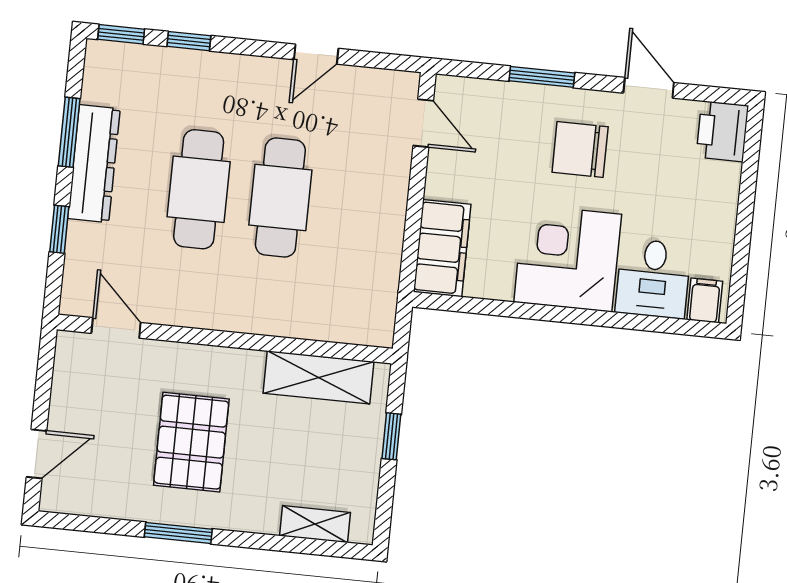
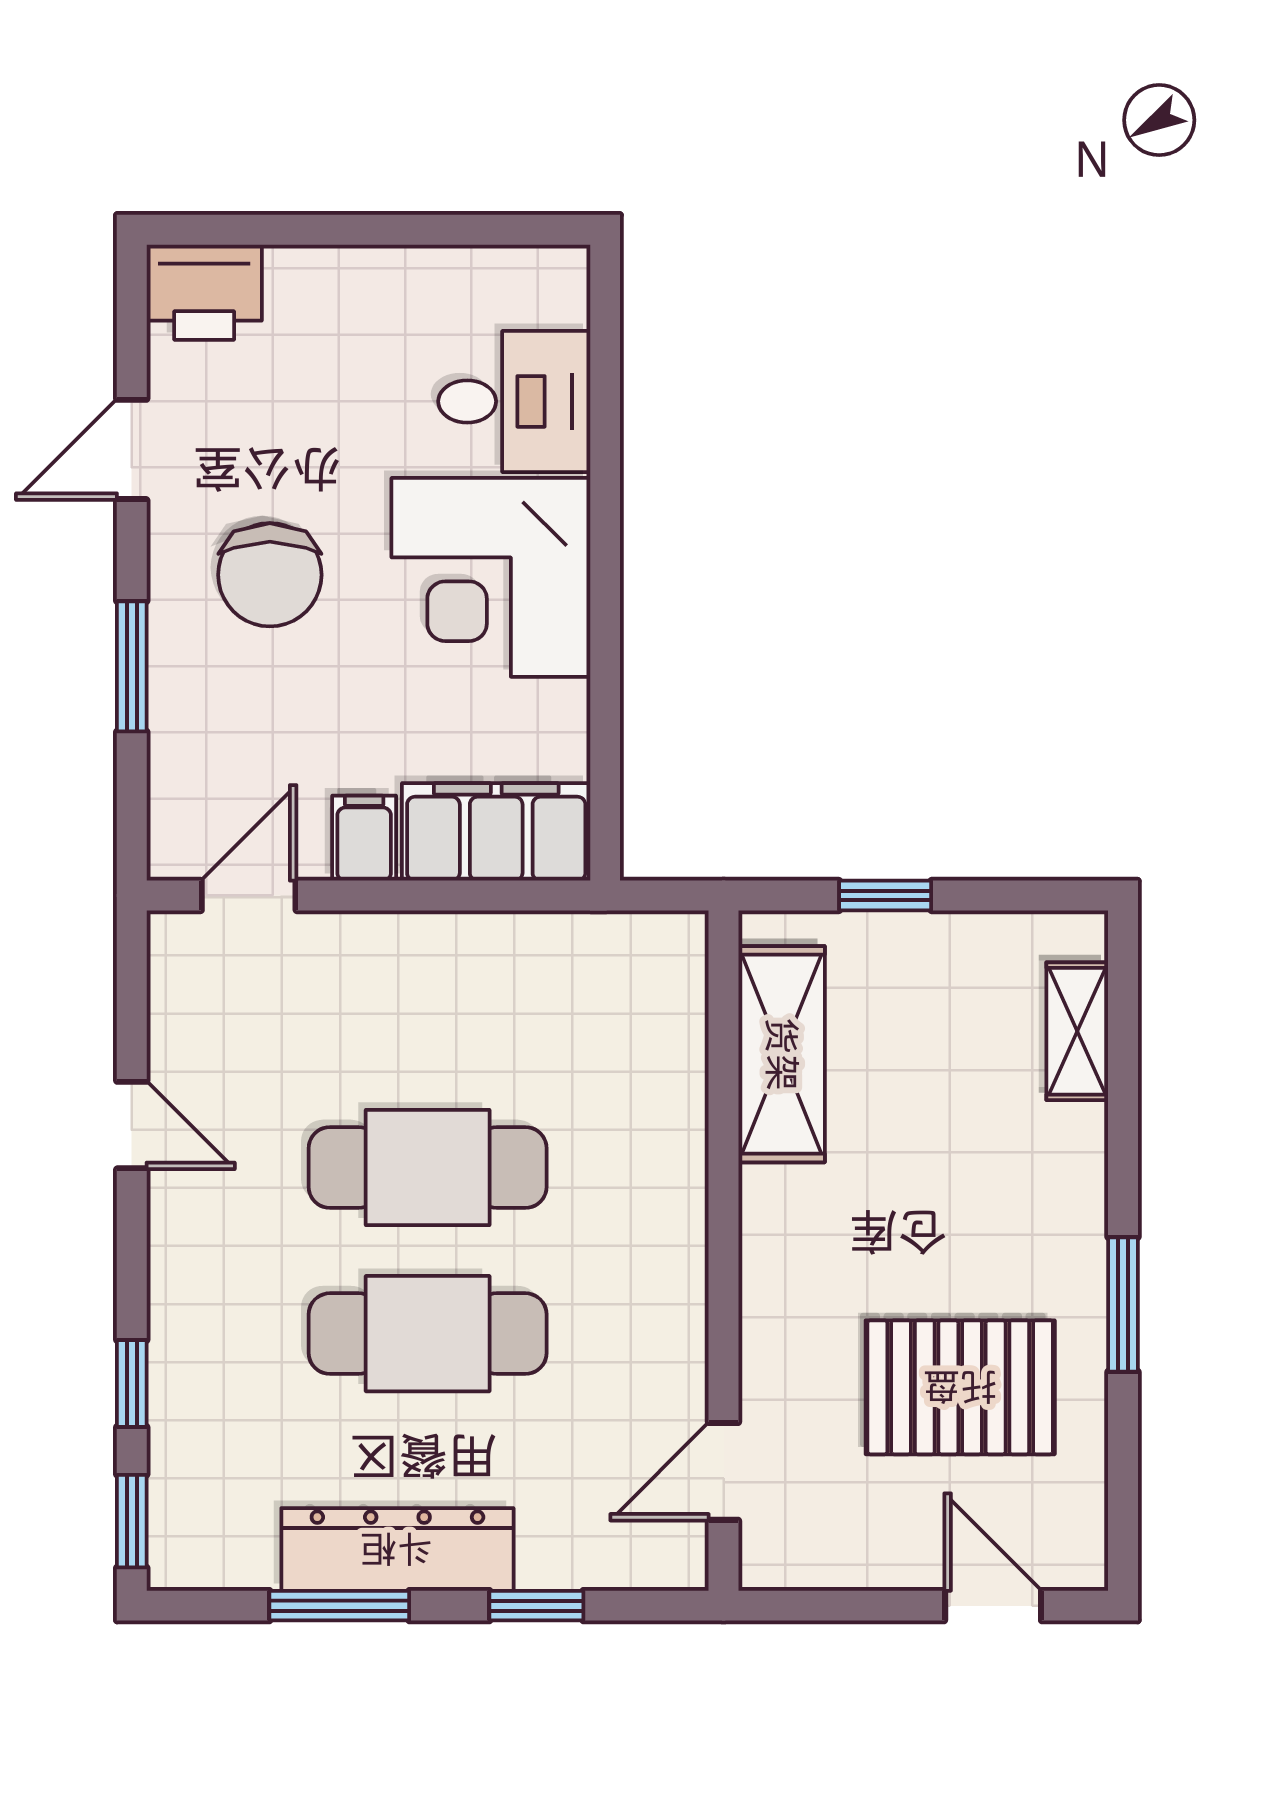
filing cabinet: (705, 300) -> (364, 838), moved, turned 90
pallet: (191, 442) -> (960, 1387), moved

